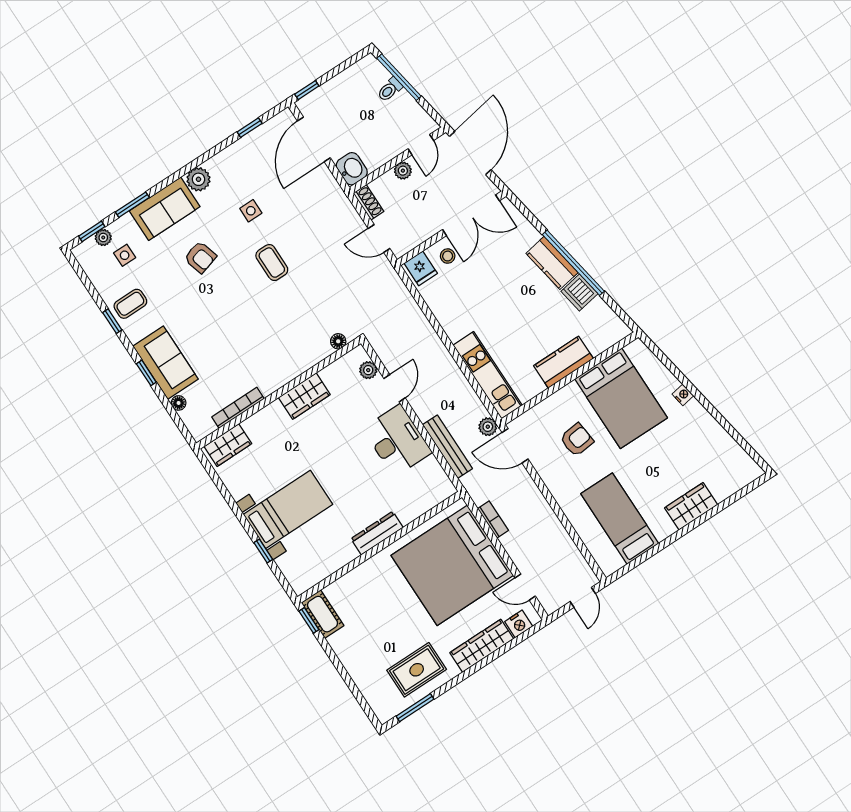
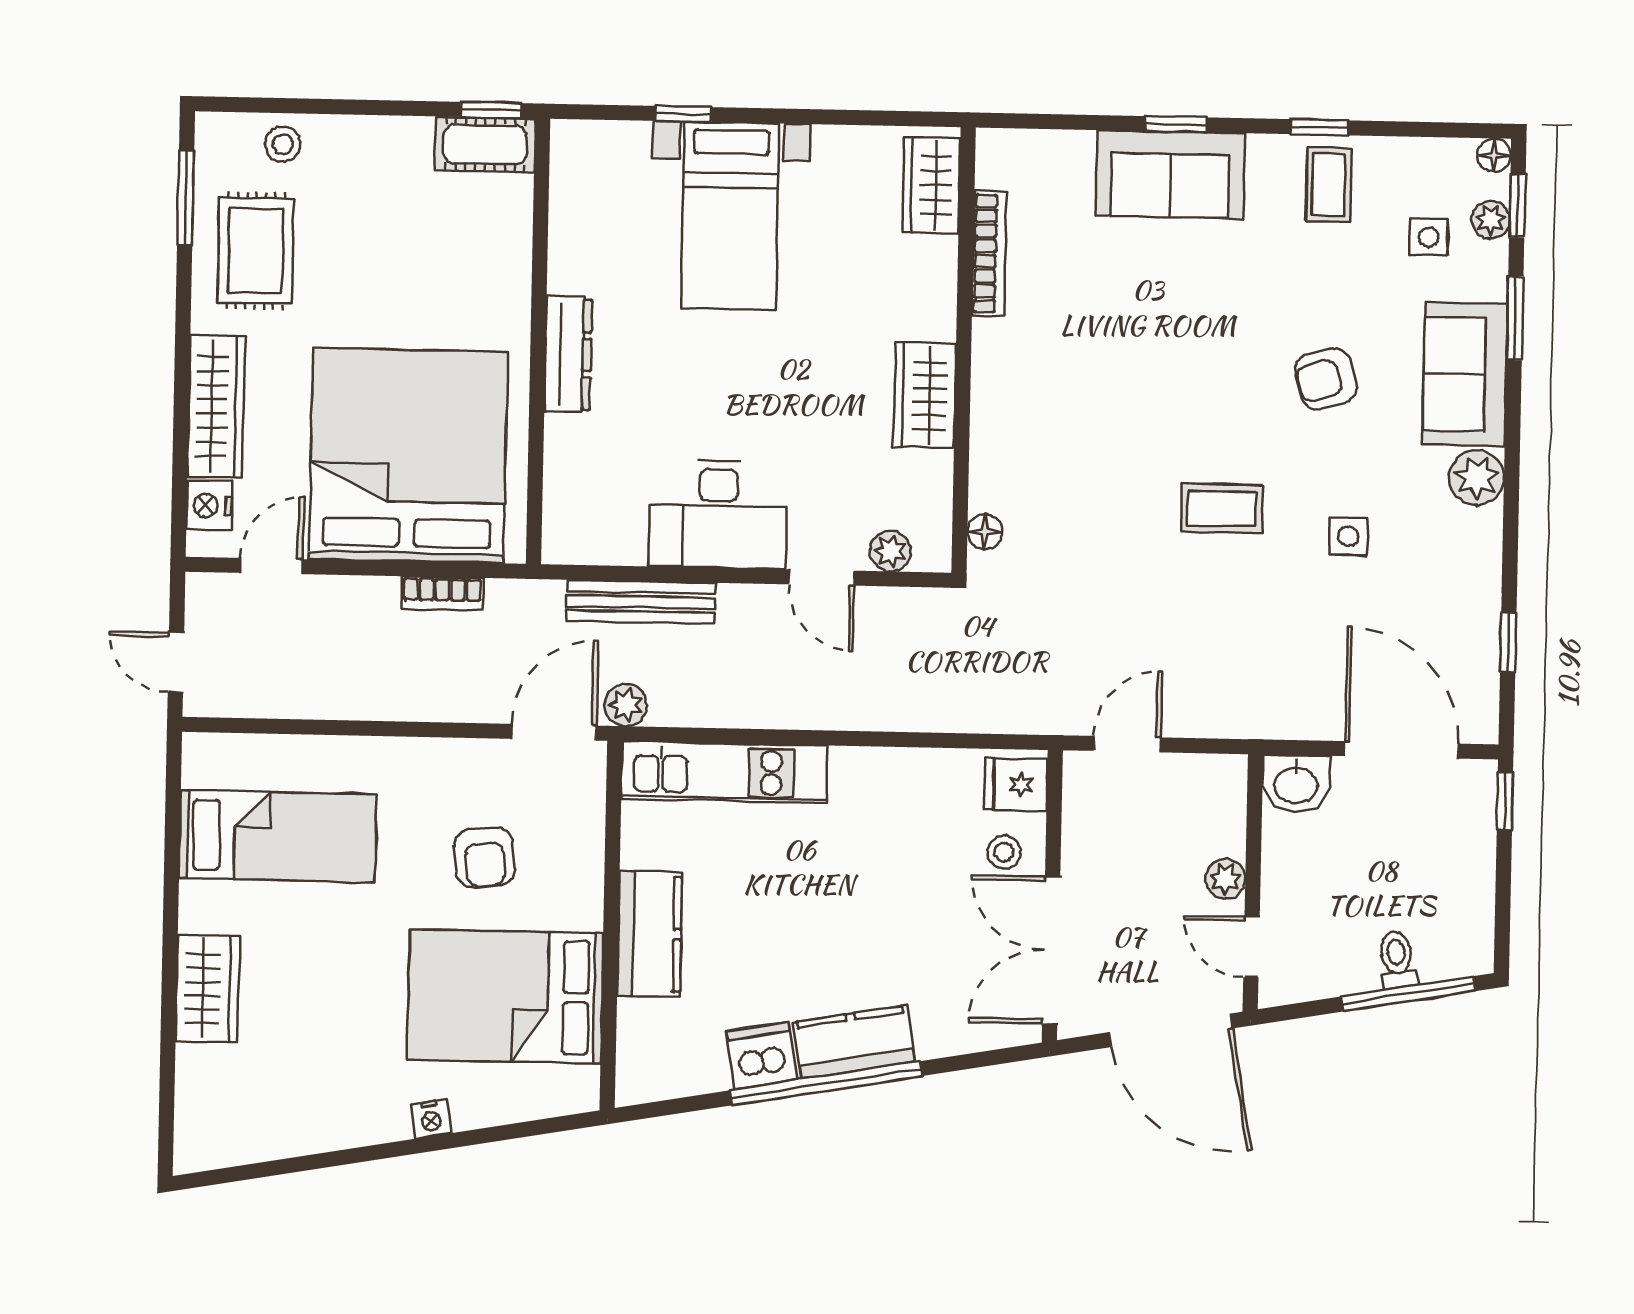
shoe rack: (368, 202) -> (1210, 772), removed
floor lamp: (179, 403) -> (1494, 155), moved
stool: (372, 686) -> (283, 144), added

